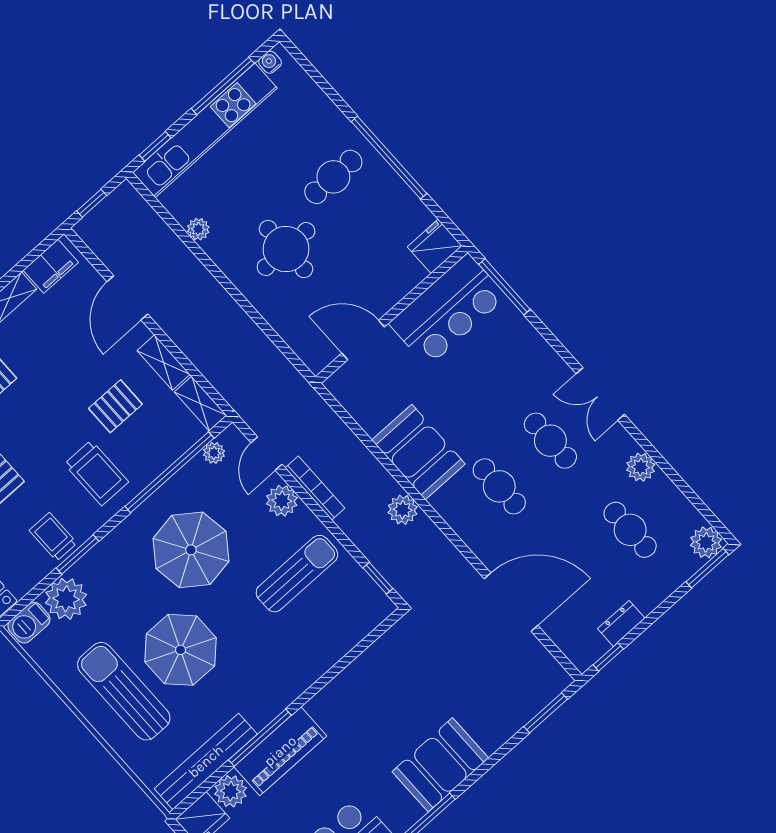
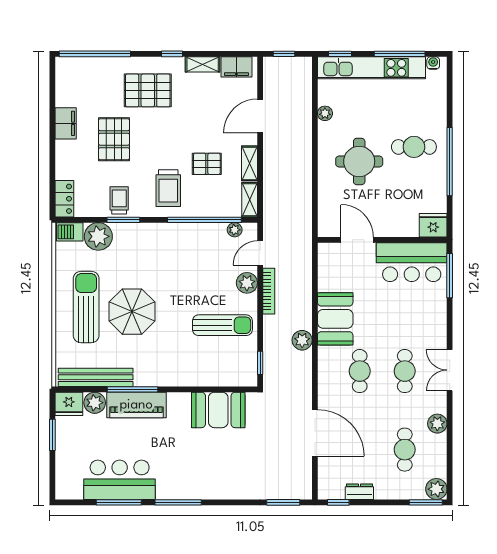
parasol: (191, 550) -> (181, 267), removed
booth: (440, 765) -> (218, 410), moved

